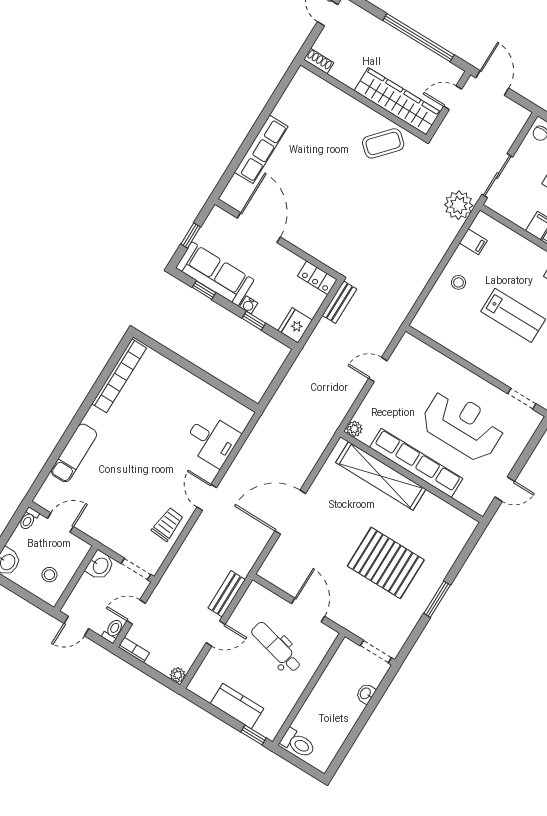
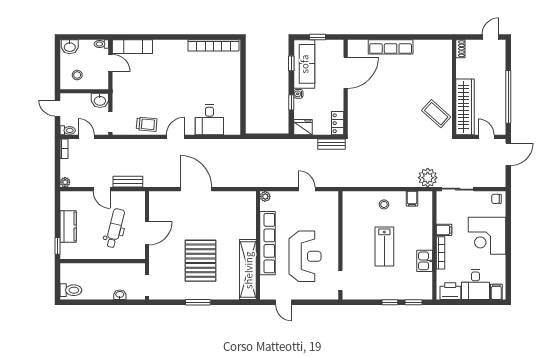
exam couch: (74, 453) -> (132, 47), moved
shelving: (381, 476) -> (248, 270), moved
toilet: (298, 743) -> (71, 290), moved, turned -90

